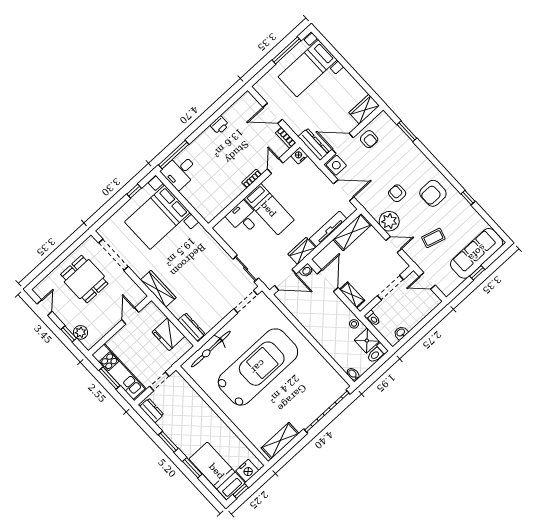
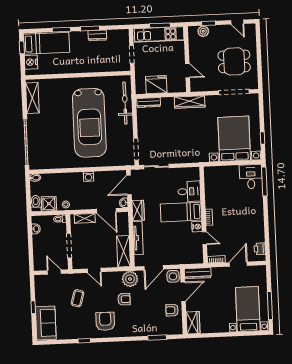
printer: (219, 125) -> (260, 249), moved
nightstand: (299, 156) -> (197, 227), moved
plant: (389, 221) -> (130, 279), moved
door: (394, 245) -> (94, 270), hinge flipped
sofa: (477, 253) -> (46, 323), width x0.73
door: (427, 281) -> (54, 272), hinge flipped
washing machine: (309, 325) -> (89, 177), added
dresser: (152, 411) -> (97, 35), moved

